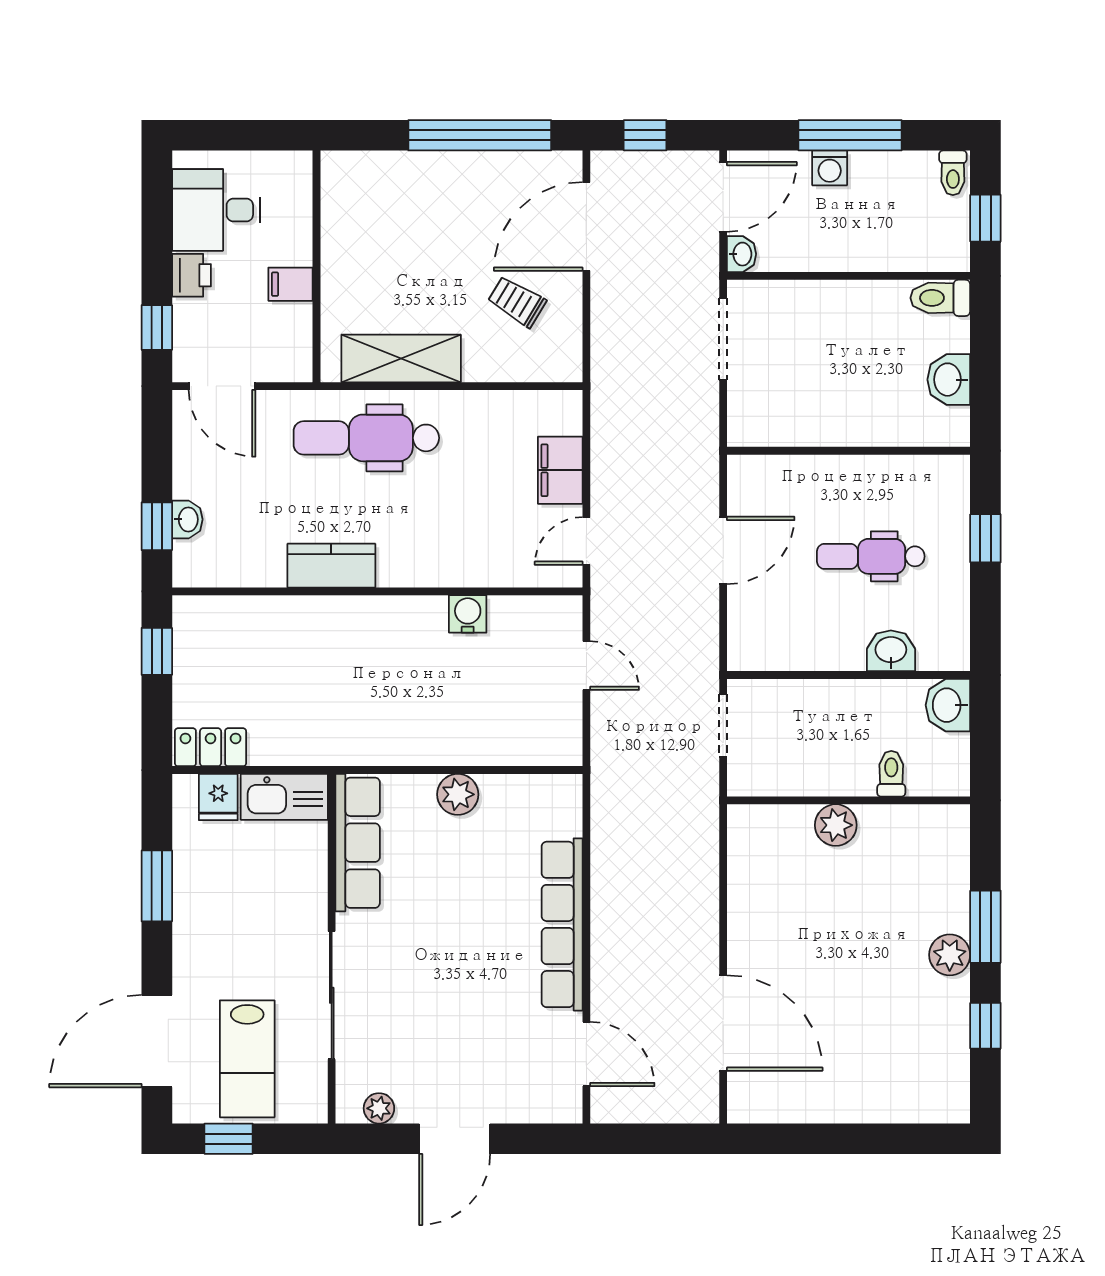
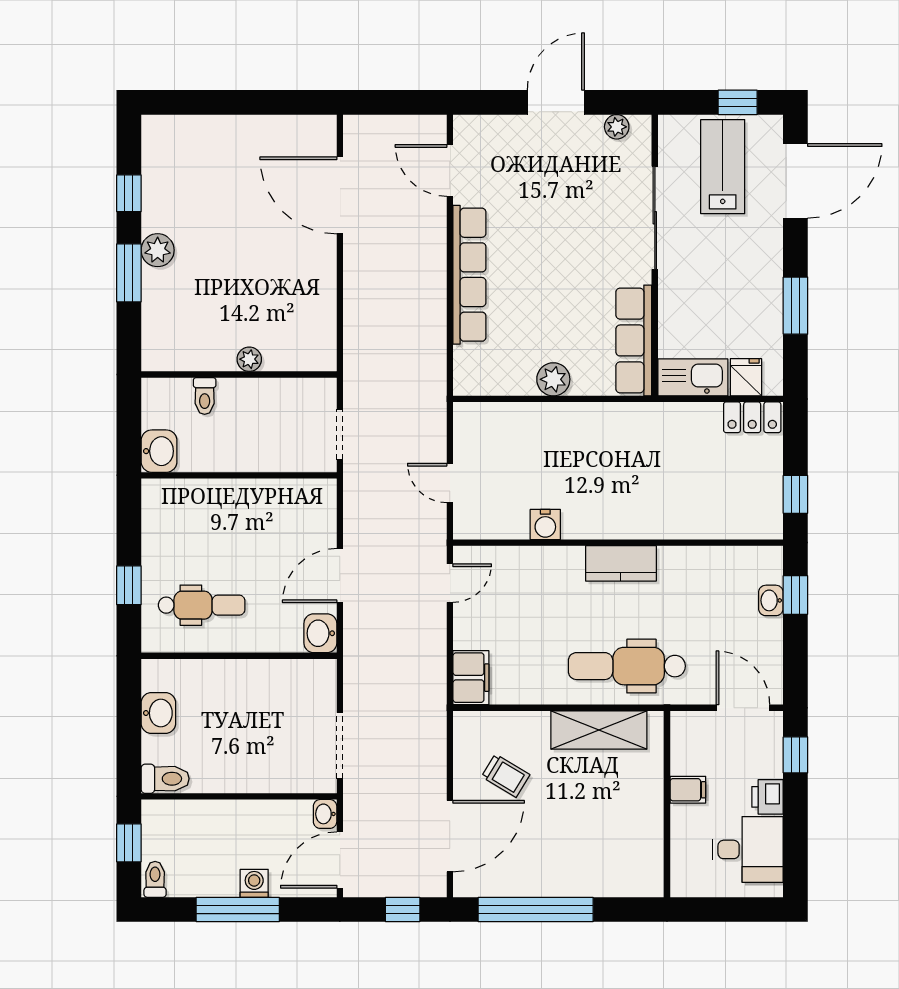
dental chair: (366, 438) -> (627, 666), turned 180
filing cabinet: (560, 470) -> (471, 678), moved
dental chair: (871, 556) -> (202, 605), moved
kitchen counter: (331, 566) -> (621, 563), moved
washbasin: (891, 651) -> (320, 633), moved, turned 90
plant: (836, 825) -> (249, 359), width x0.73, depth x0.73

